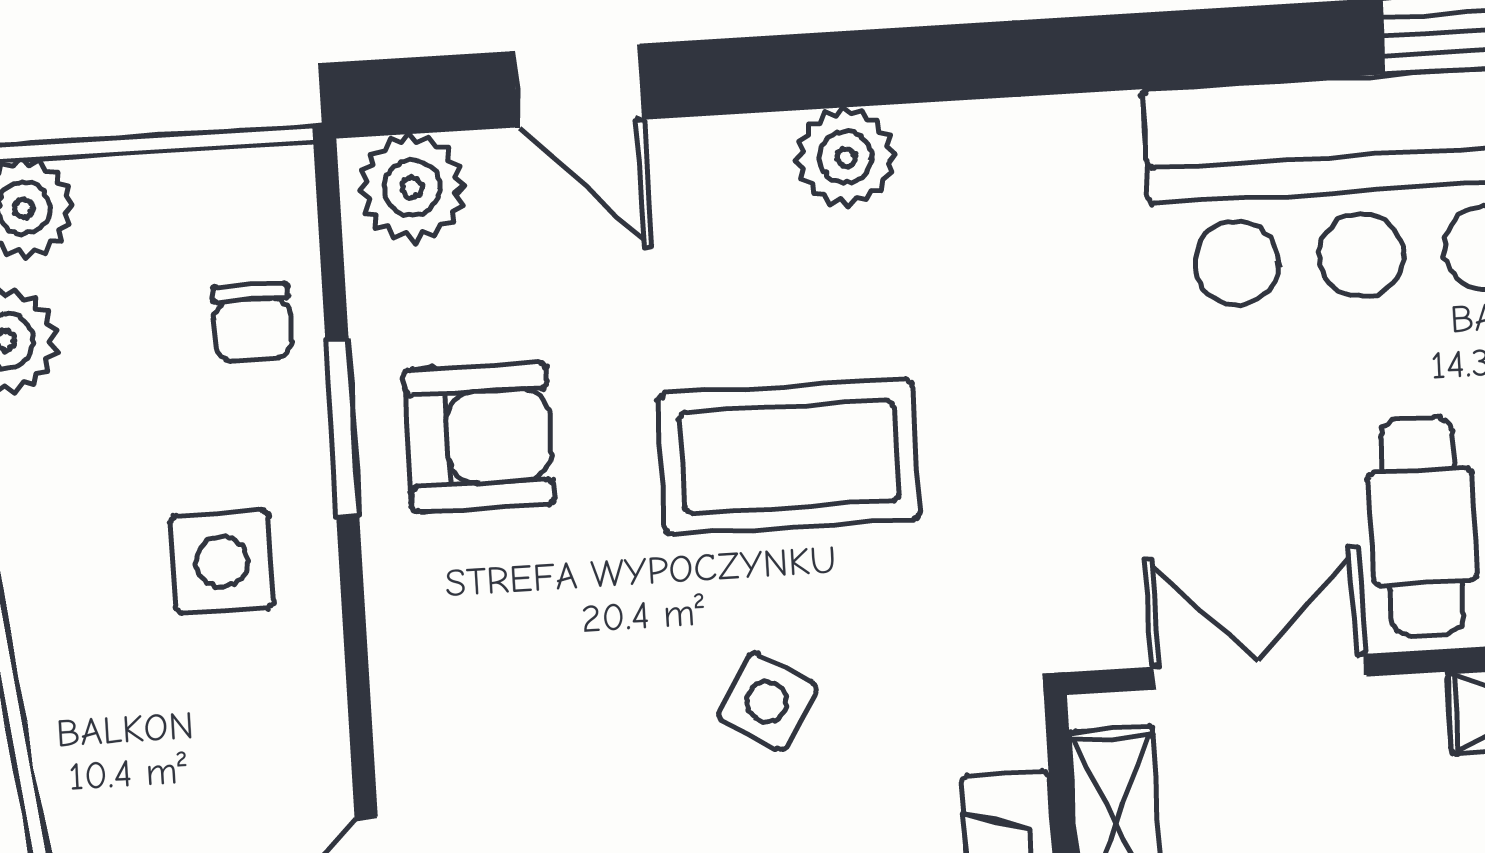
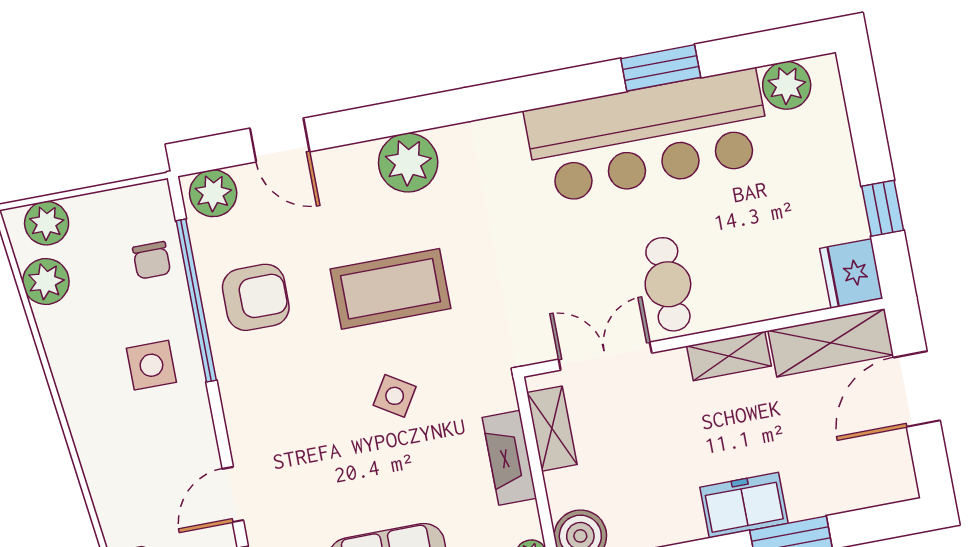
plant: (846, 157) -> (408, 163), width x1.36, depth x1.36
window: (342, 427) -> (196, 301), width x2.11

